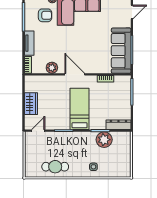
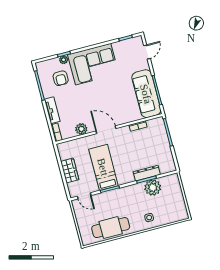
armchair: (45, 15) -> (61, 78), turned 90
bed: (80, 109) -> (103, 167), moved
dresser: (118, 125) -> (147, 173), moved
door: (38, 131) -> (84, 196), swing flipped
cafe table: (55, 167) -> (111, 228), width x1.37, depth x1.35

